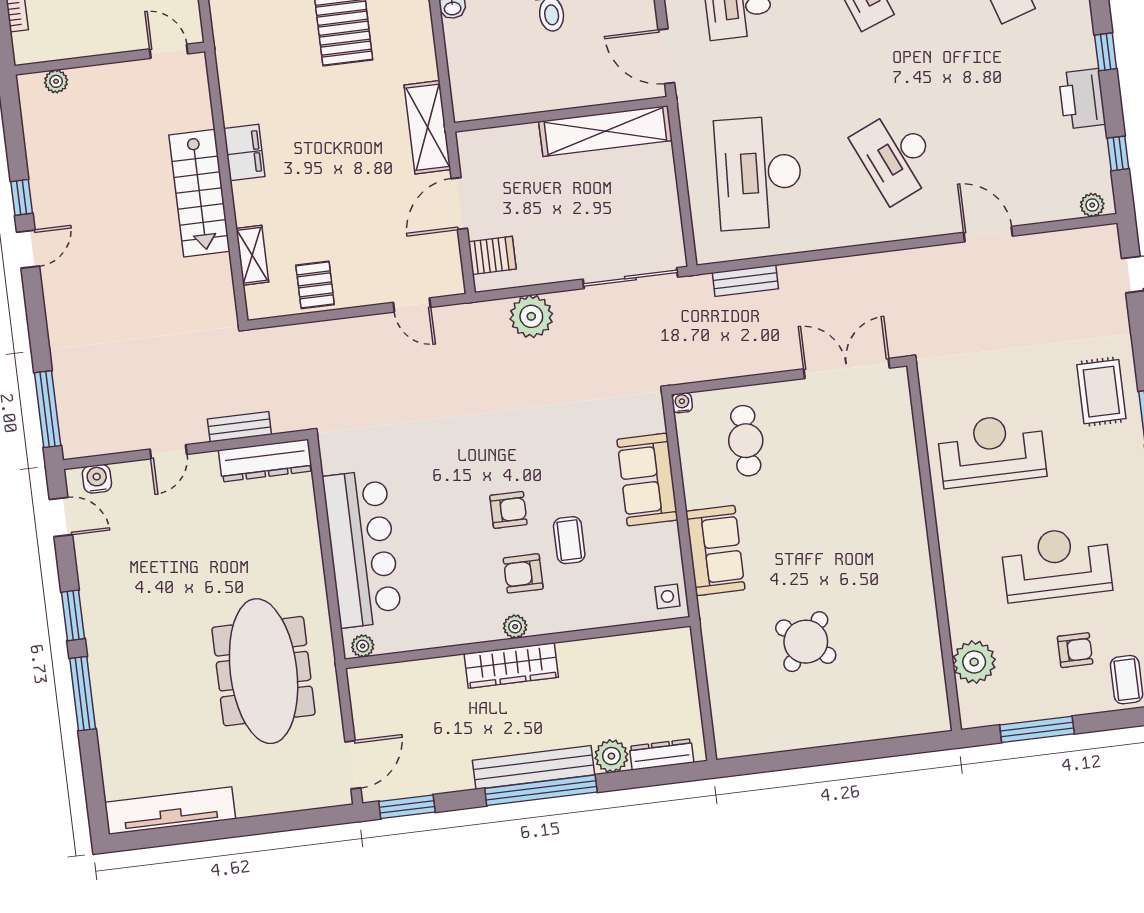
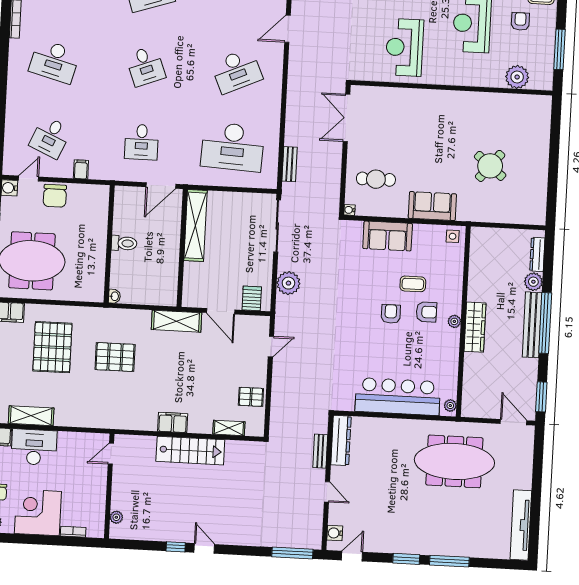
armchair: (523, 573) -> (426, 312), turned -90

